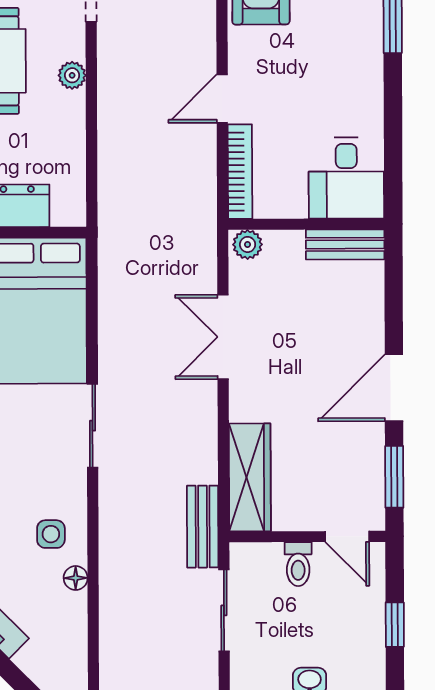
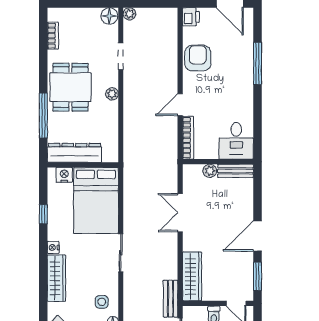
plant: (248, 244) -> (210, 171), moved

